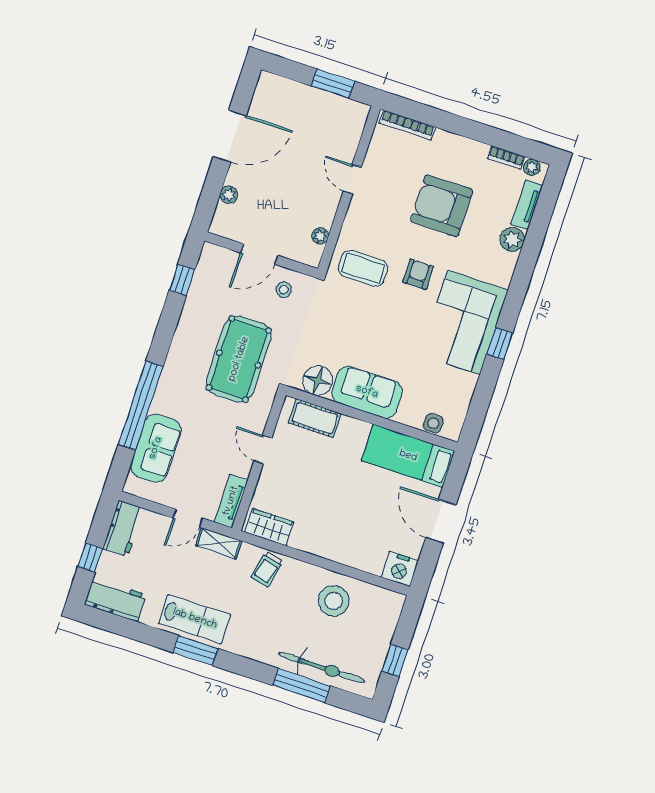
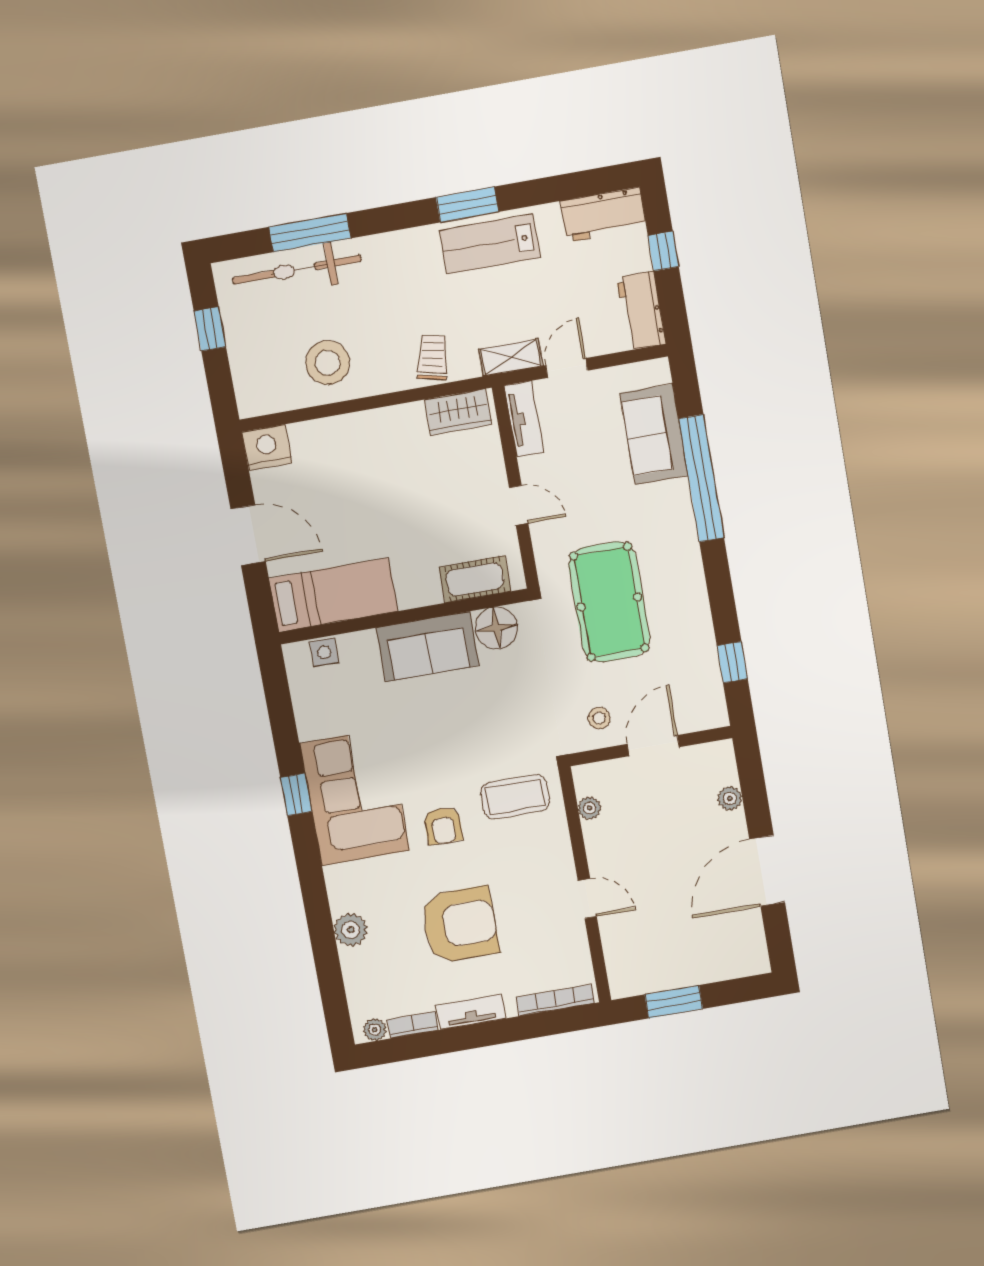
tv unit: (527, 205) -> (471, 1012), moved, turned -90

